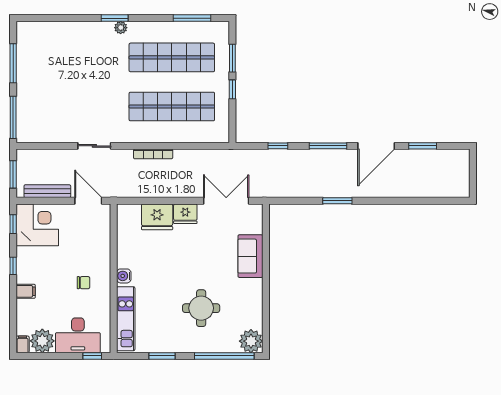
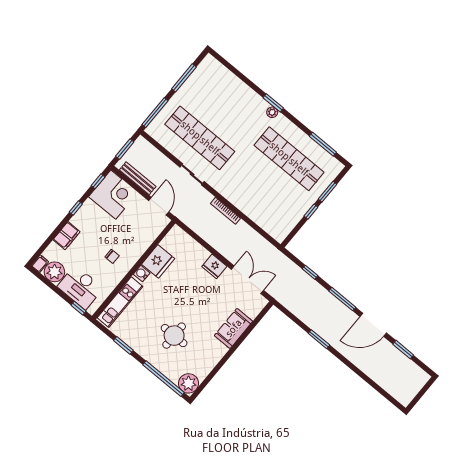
shop shelf: (172, 106) -> (200, 138), moved
fridge: (157, 217) -> (158, 261), moved, turned -90
filing cabinet: (26, 291) -> (67, 236), width x2.00

